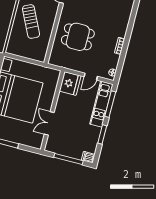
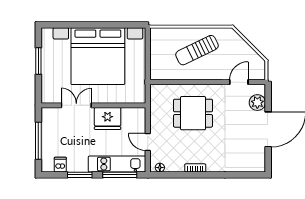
dining table: (78, 37) -> (193, 113), turned 90
fridge: (70, 83) -> (108, 119), moved
dishwasher: (88, 157) -> (60, 165), moved

